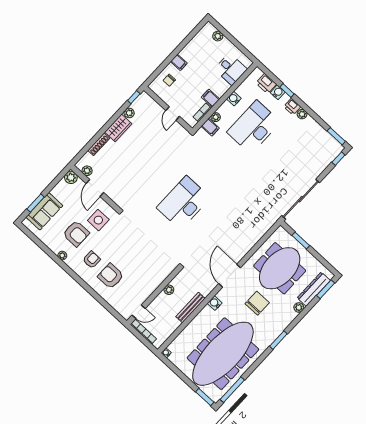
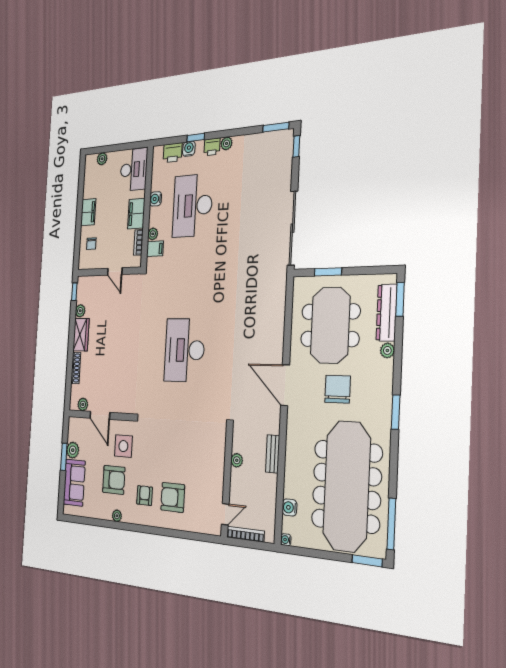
filing cabinet: (179, 62) -> (88, 212), width x2.00
desk: (231, 69) -> (134, 170), width x1.37
filing cabinet: (210, 98) -> (136, 214), width x2.00
plant: (71, 177) -> (73, 450), moved
window: (36, 203) -> (64, 457), moved
water cooler: (215, 303) -> (290, 507), moved
bench: (190, 308) -> (273, 454), width x0.73

